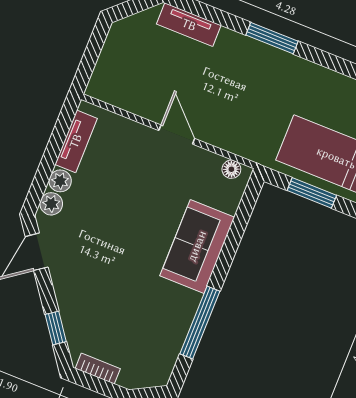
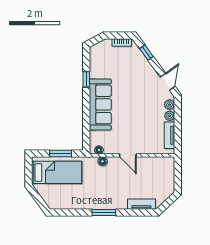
floor lamp: (233, 143) -> (102, 161), added
sofa: (197, 246) -> (100, 104), width x1.36
window: (200, 323) -> (86, 79), width x0.46

